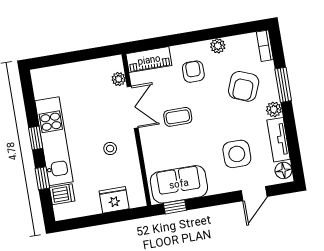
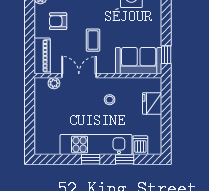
sofa: (179, 184) -> (139, 61), moved, turned 90

